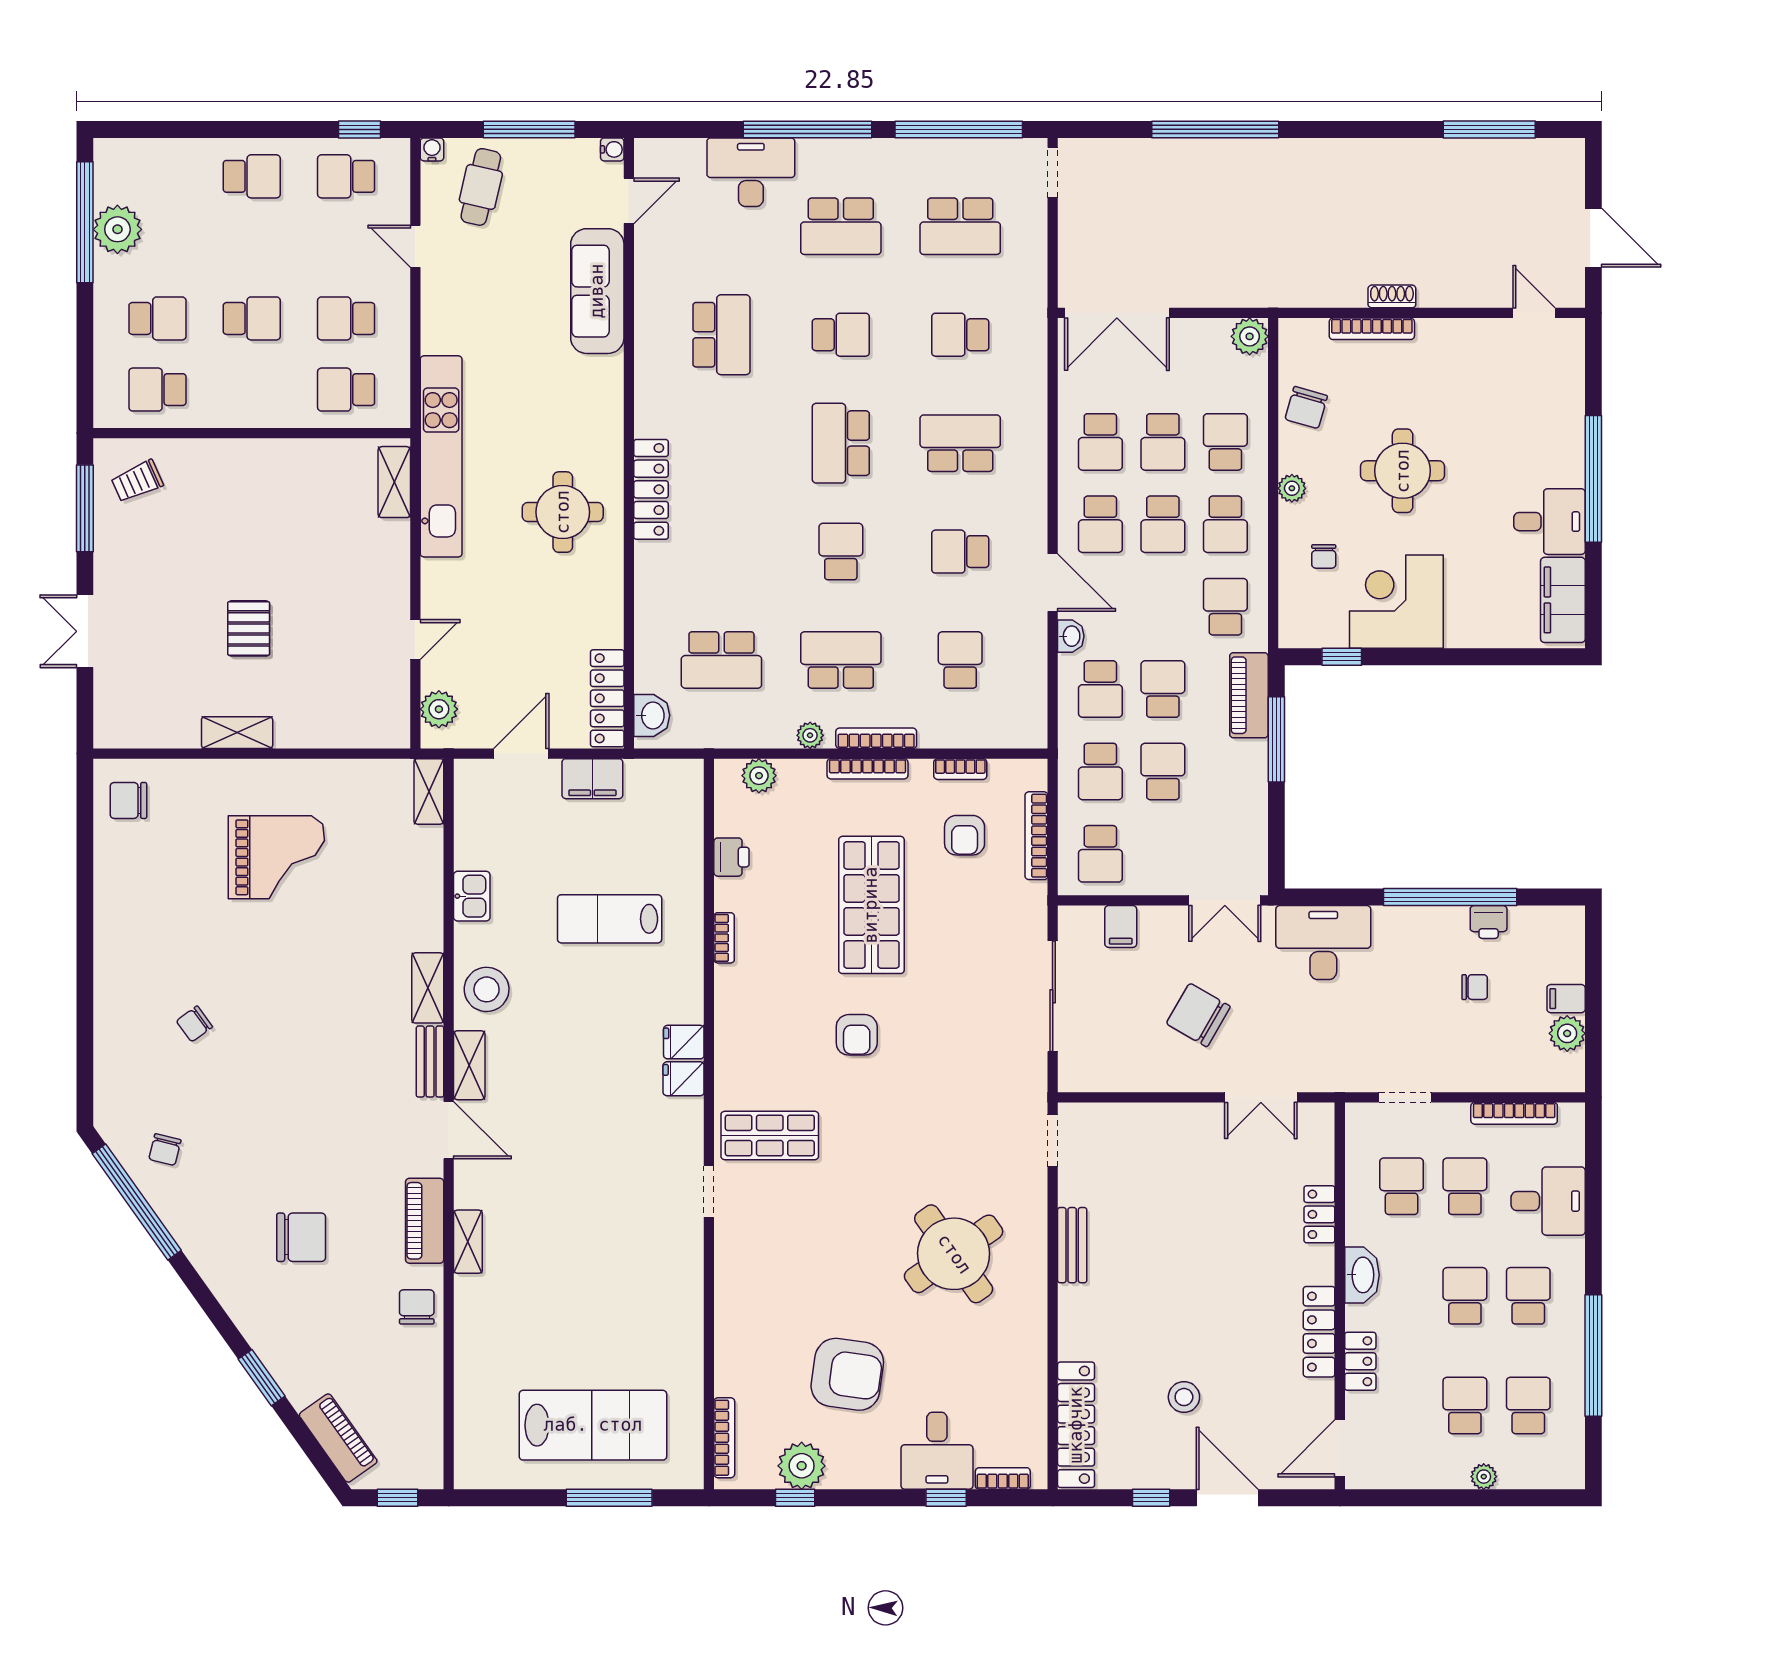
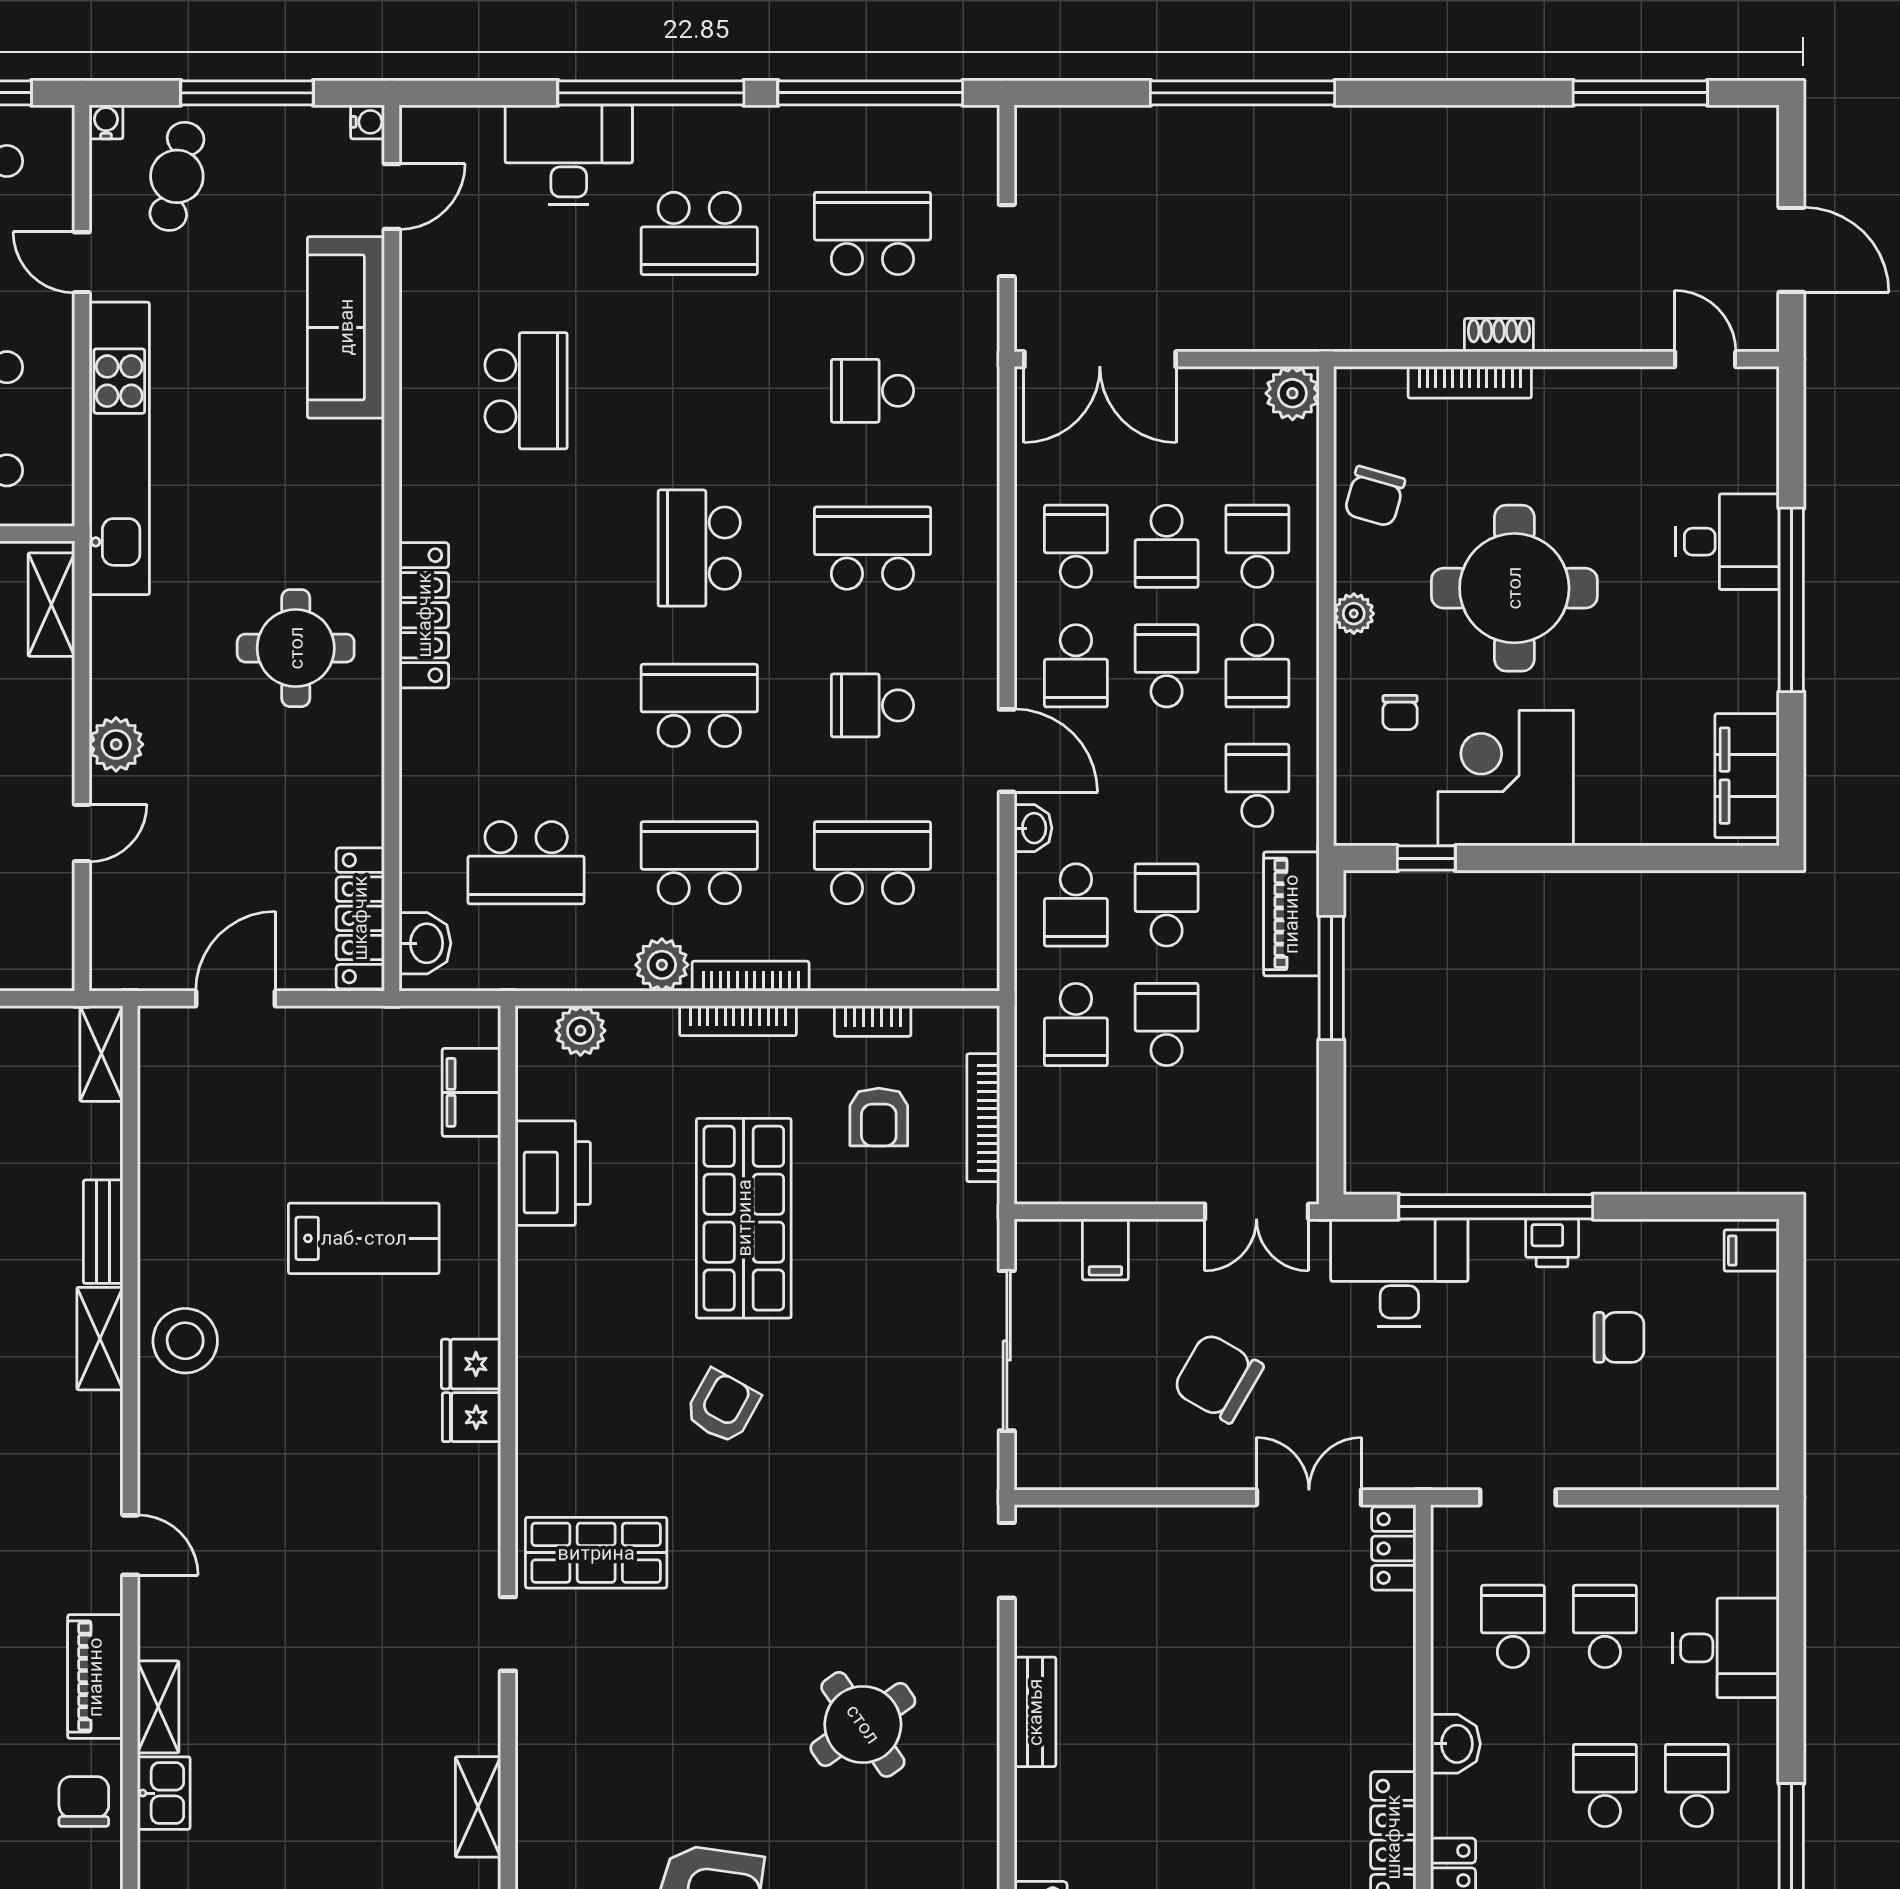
doorway: (1053, 172) -> (1007, 241), moved
school desk: (960, 226) -> (872, 233), turned 180
school desk: (841, 335) -> (699, 391), removed
school desk: (1100, 442) -> (1076, 546), turned 180
kitchen unit: (441, 456) -> (119, 448), moved
round table: (1403, 471) -> (1514, 588), width x1.36, depth x1.36
desk: (1549, 522) -> (1728, 542), moved
school desk: (1163, 524) -> (1167, 666), turned 180
school desk: (841, 552) -> (699, 705), width x1.85
school desk: (960, 660) -> (872, 863), width x1.85
plant: (439, 709) -> (116, 744), moved
plant: (810, 735) -> (662, 965), width x1.38, depth x1.38
filing cabinet: (592, 779) -> (471, 1092), moved, turned 90
school desk: (1100, 854) -> (1076, 1144), removed
printer: (731, 857) -> (553, 1173), width x1.87, depth x1.48
kitchen sink: (472, 896) -> (164, 1793), moved
window: (1450, 897) -> (1496, 1207), moved
lab bench: (610, 919) -> (364, 1238), turned 180
printer: (1489, 922) -> (1552, 1243), moved
bookcase: (724, 938) -> (530, 1266), removed
chair: (1475, 987) -> (1619, 1337), width x1.37, depth x1.37
filing cabinet: (1566, 999) -> (1752, 1250), moved
plant: (1567, 1033) -> (1753, 1405), removed
armchair: (857, 1035) -> (722, 1407), turned -151
bench: (430, 1062) -> (103, 1232), moved
shelving: (469, 1065) -> (478, 1807), moved
fridge: (684, 1079) -> (471, 1364), moved
double door: (1261, 1097) -> (1309, 1497), swing flipped
bookcase: (1514, 1113) -> (1676, 1521), removed
door: (449, 1130) -> (130, 1545), width x0.73
locker: (1319, 1214) -> (1394, 1548), moved
round table: (954, 1254) -> (863, 1724), width x0.73, depth x0.73
washbasin: (1362, 1275) -> (1455, 1744), width x0.72

